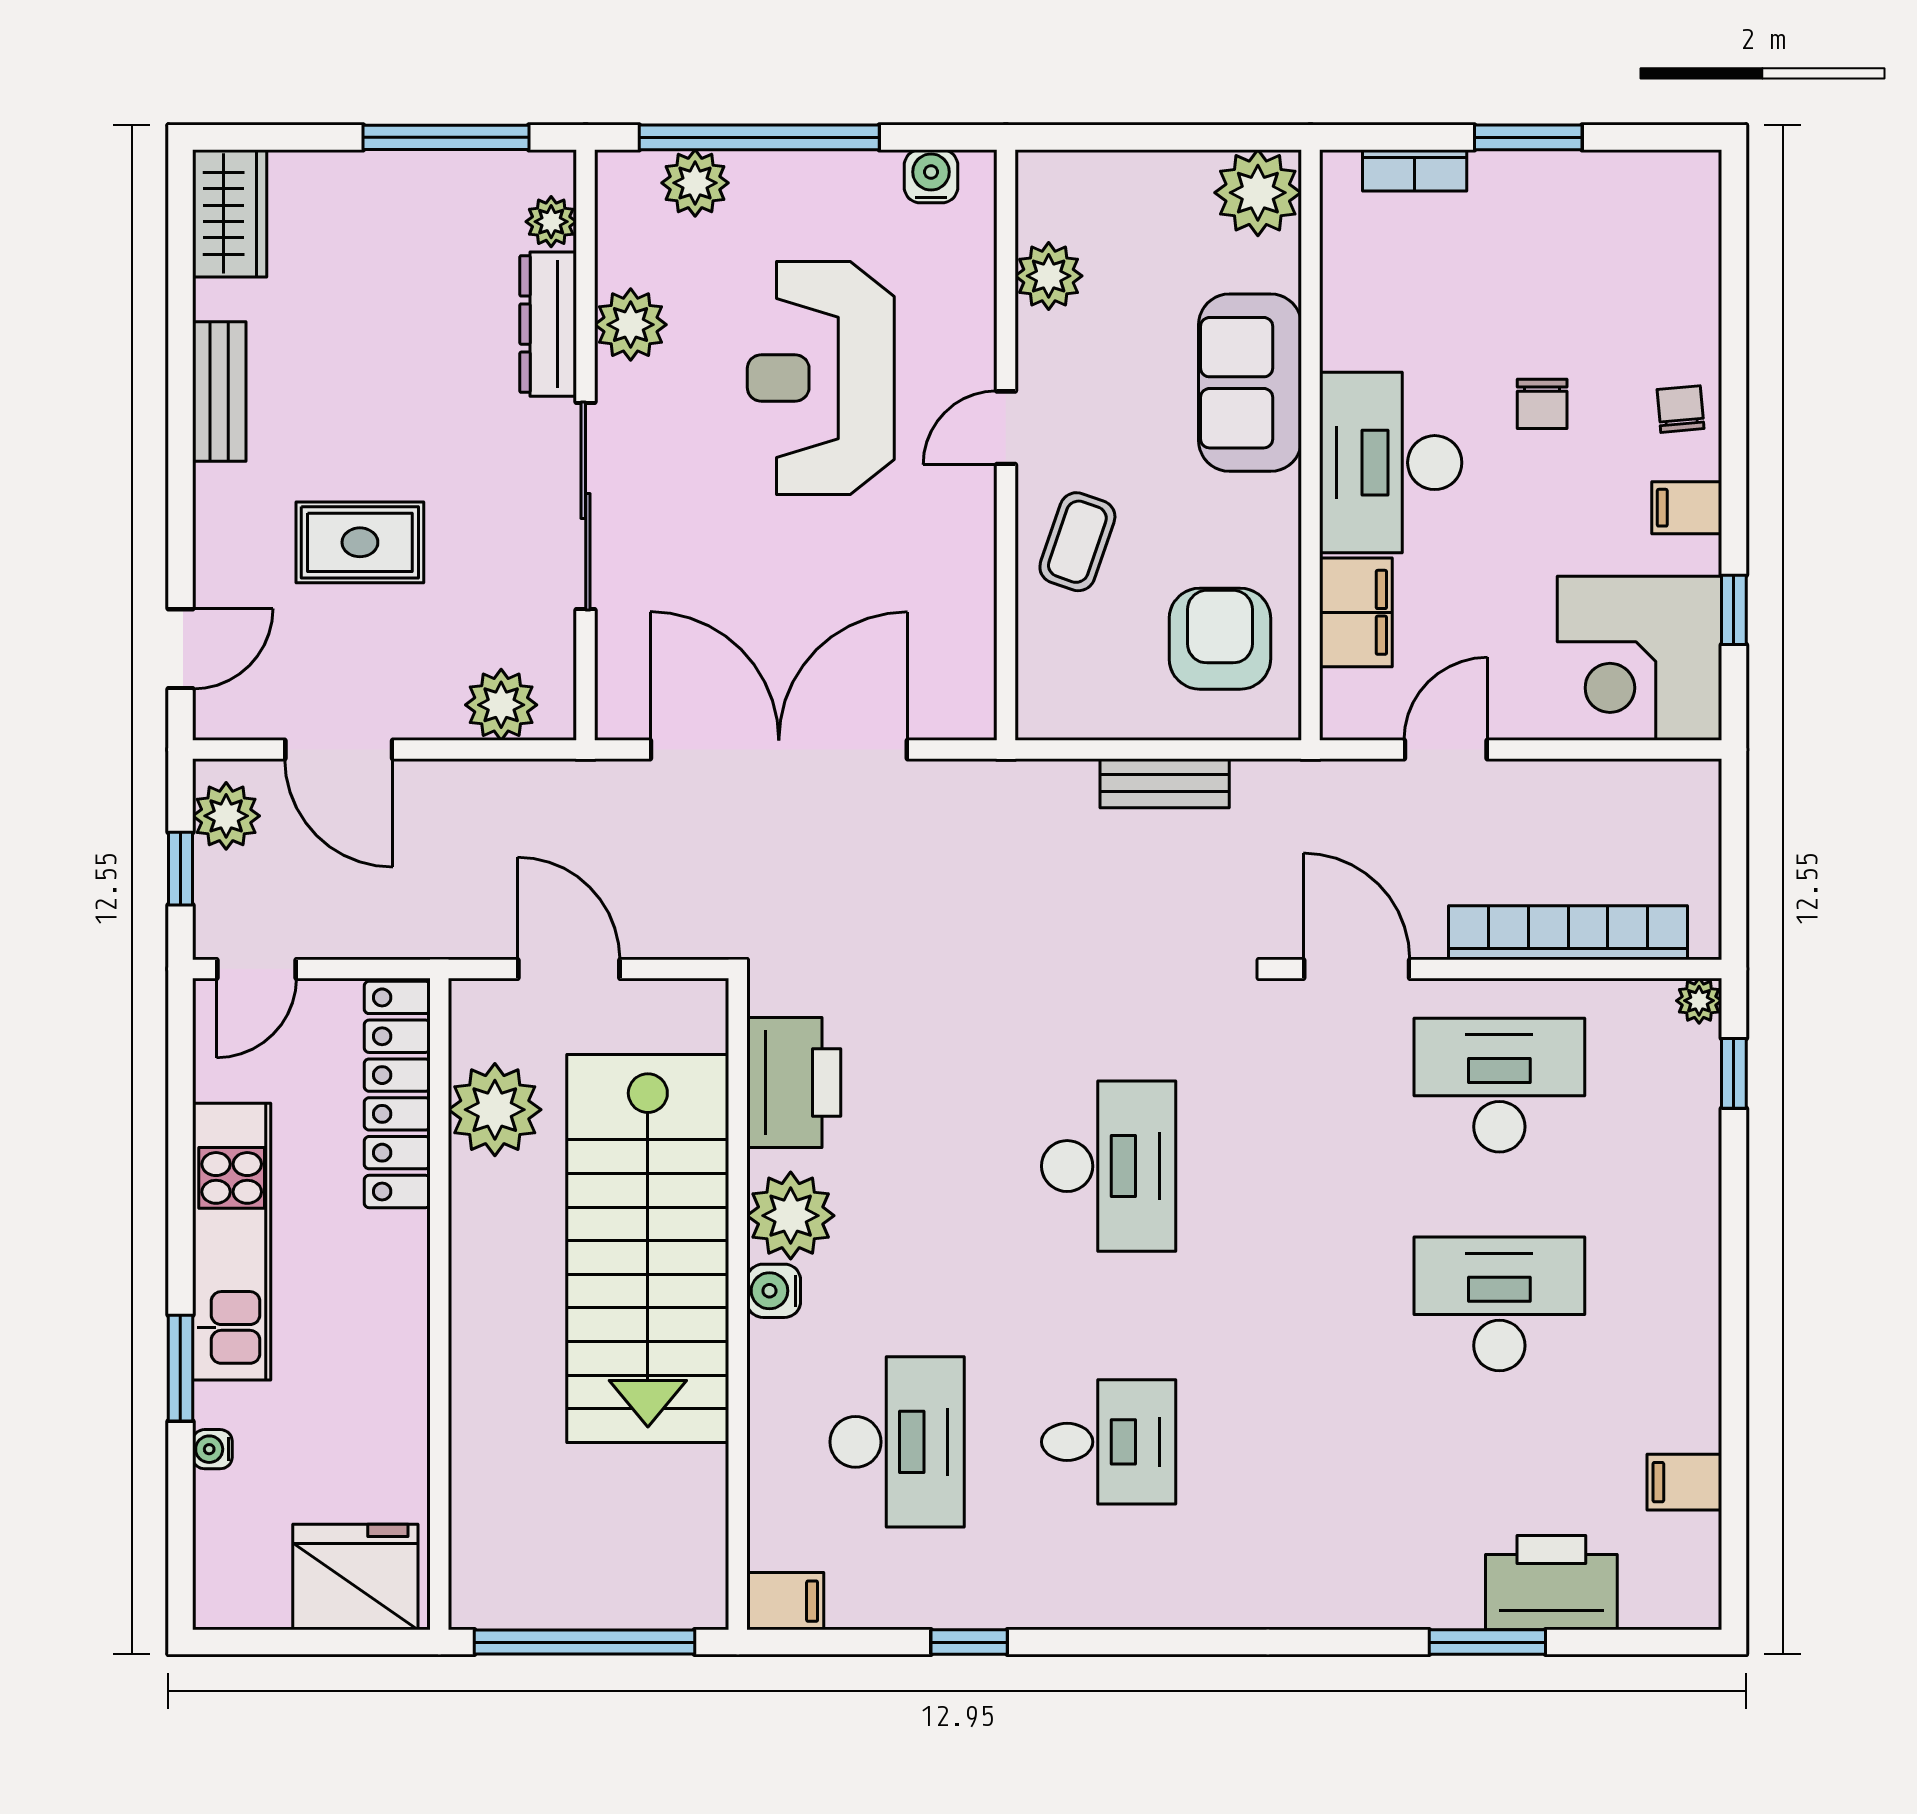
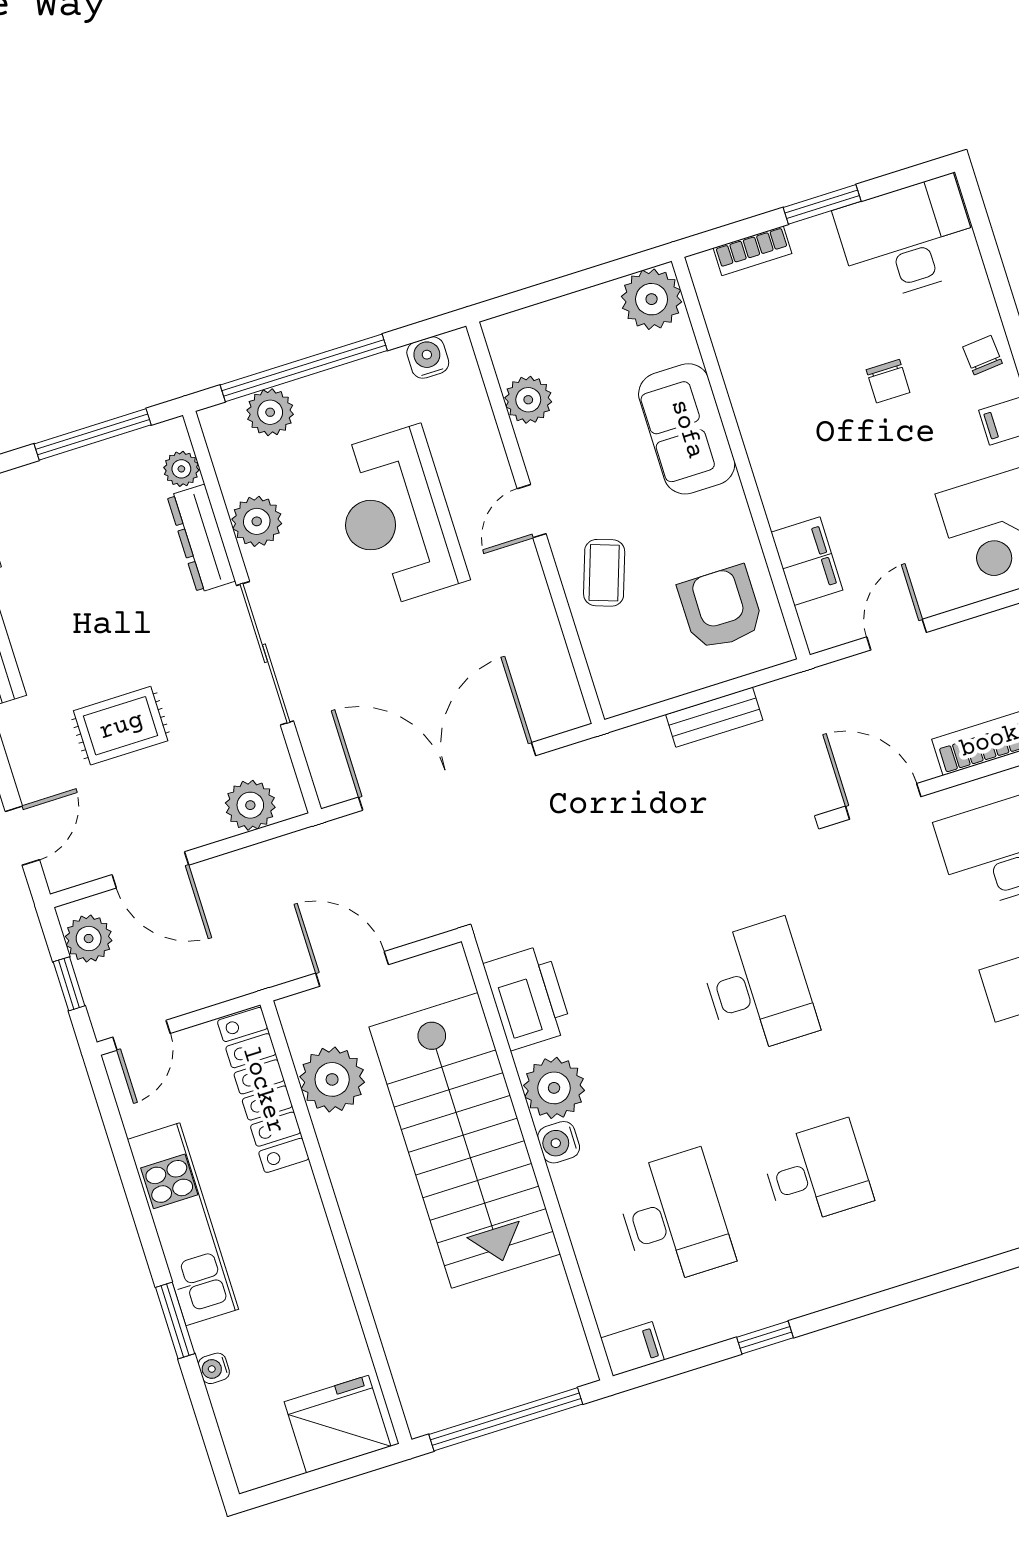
desk: (1391, 463) -> (907, 239), moved, turned 90

